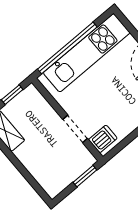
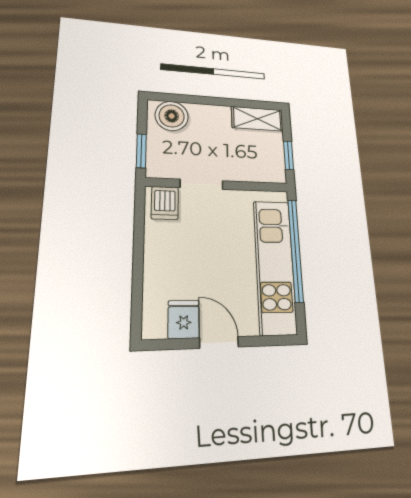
boiler: (49, 179) -> (172, 116), added

